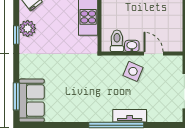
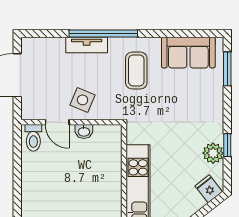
toilet: (117, 41) -> (33, 138), moved
coffee table: (90, 95) -> (136, 70), added
sofa: (32, 101) -> (188, 53), moved, turned -90

